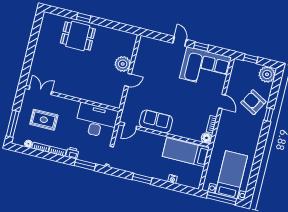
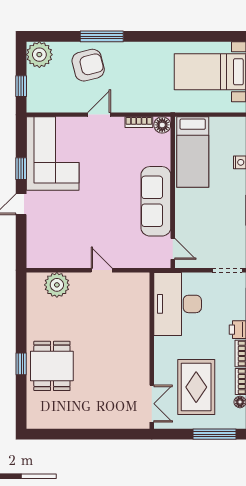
plant: (123, 64) -> (57, 285), moved
double door: (40, 90) -> (152, 404), swing flipped
armchair: (253, 102) -> (88, 65), turned -133
window: (269, 115) -> (102, 36), width x2.17
rug: (44, 120) -> (196, 387), width x1.36, depth x1.43
sofa: (156, 121) -> (156, 201), width x1.36

